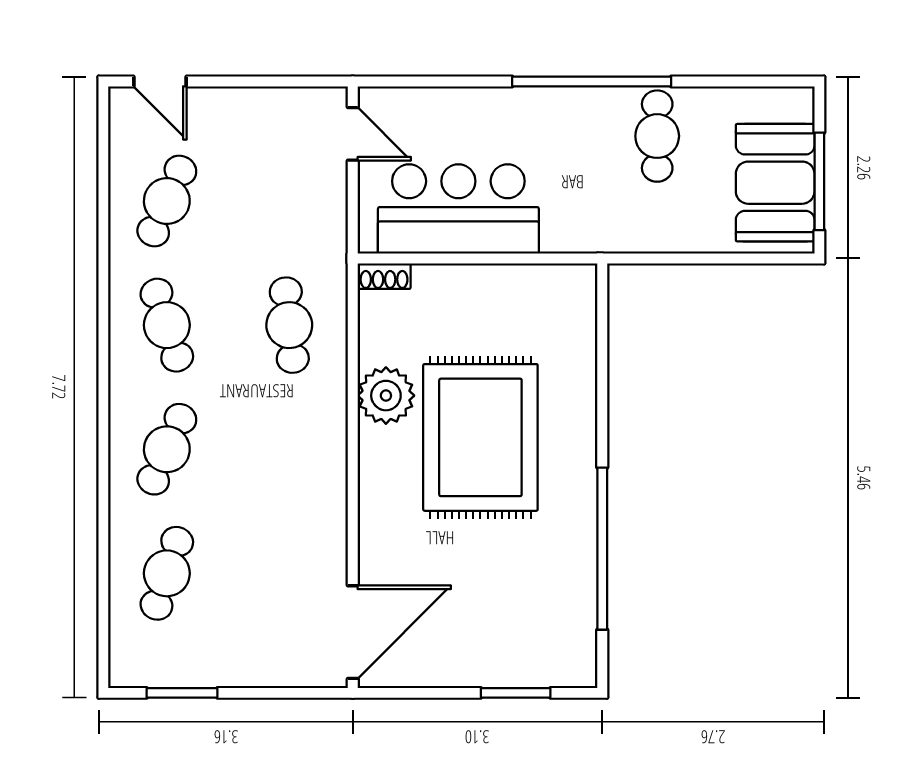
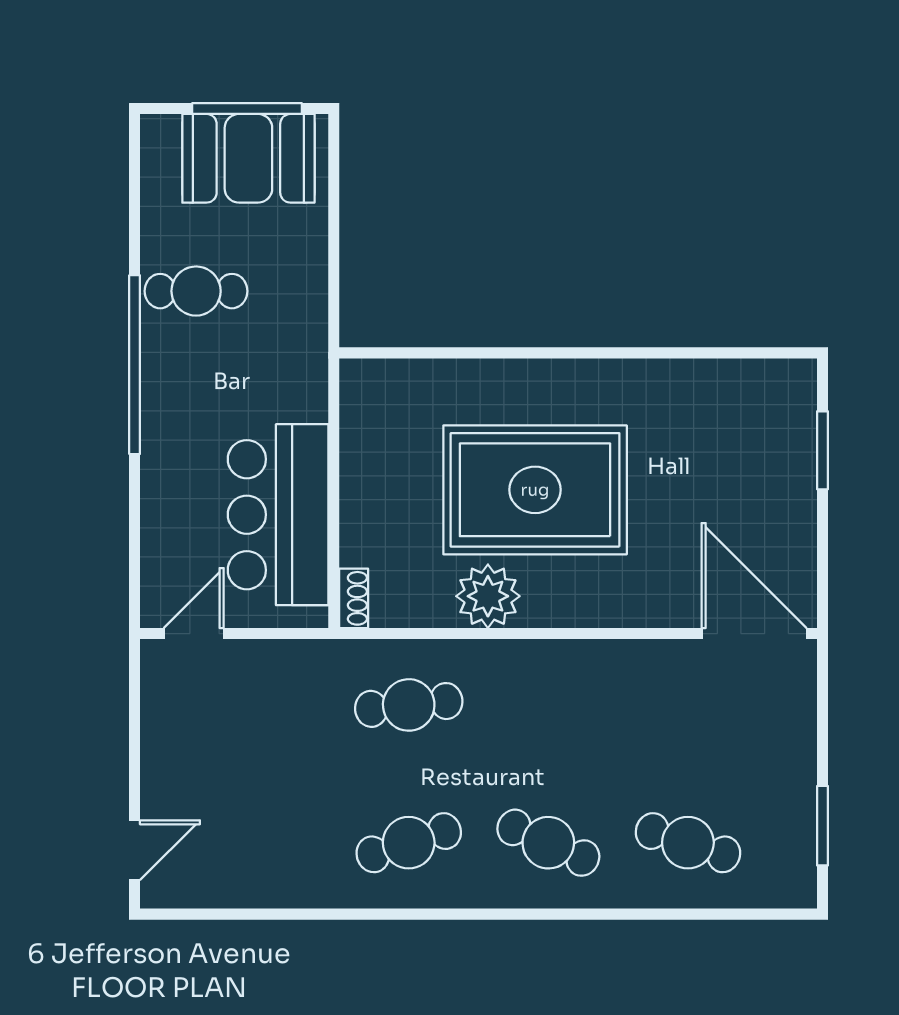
cafe table: (167, 201) -> (269, 843), removed
window: (602, 549) -> (660, 353), removed

